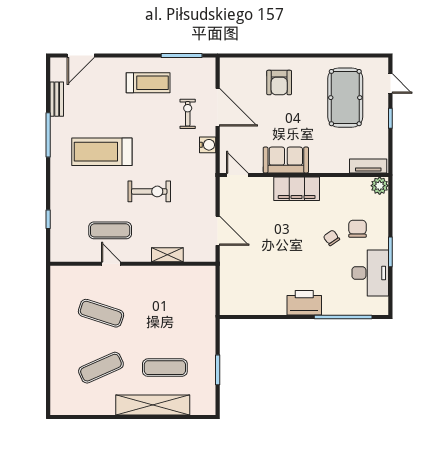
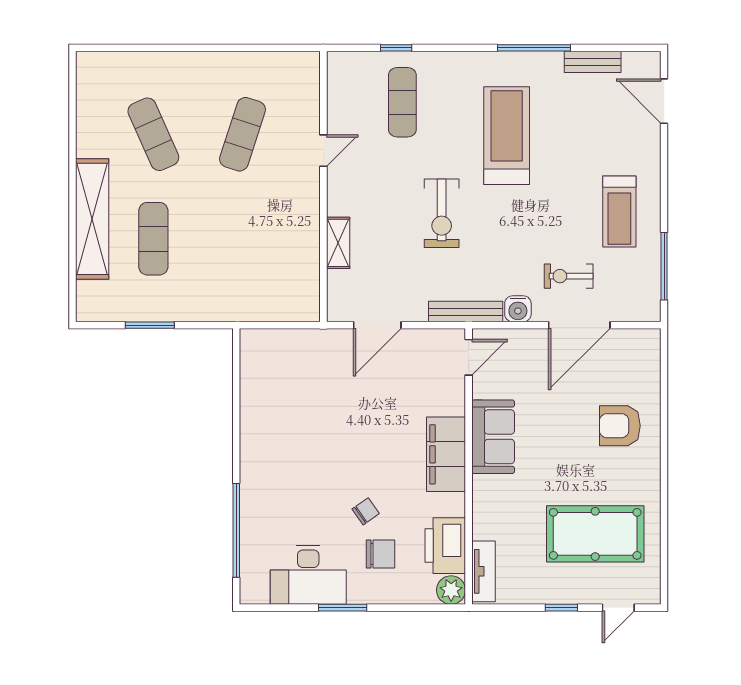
exercise bike: (188, 114) -> (569, 276), turned 180
bench: (209, 177) -> (466, 312), added
exercise mat: (110, 230) -> (402, 102), moved
printer: (304, 303) -> (445, 546), moved, turned 180

